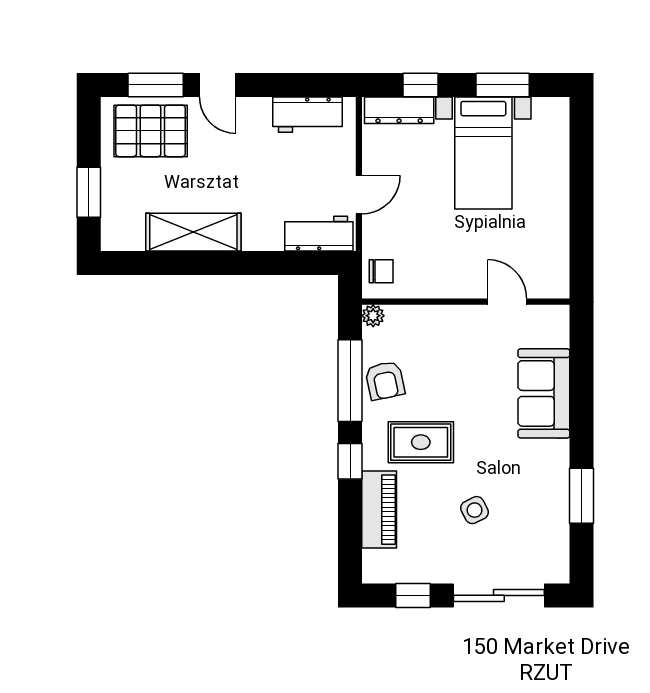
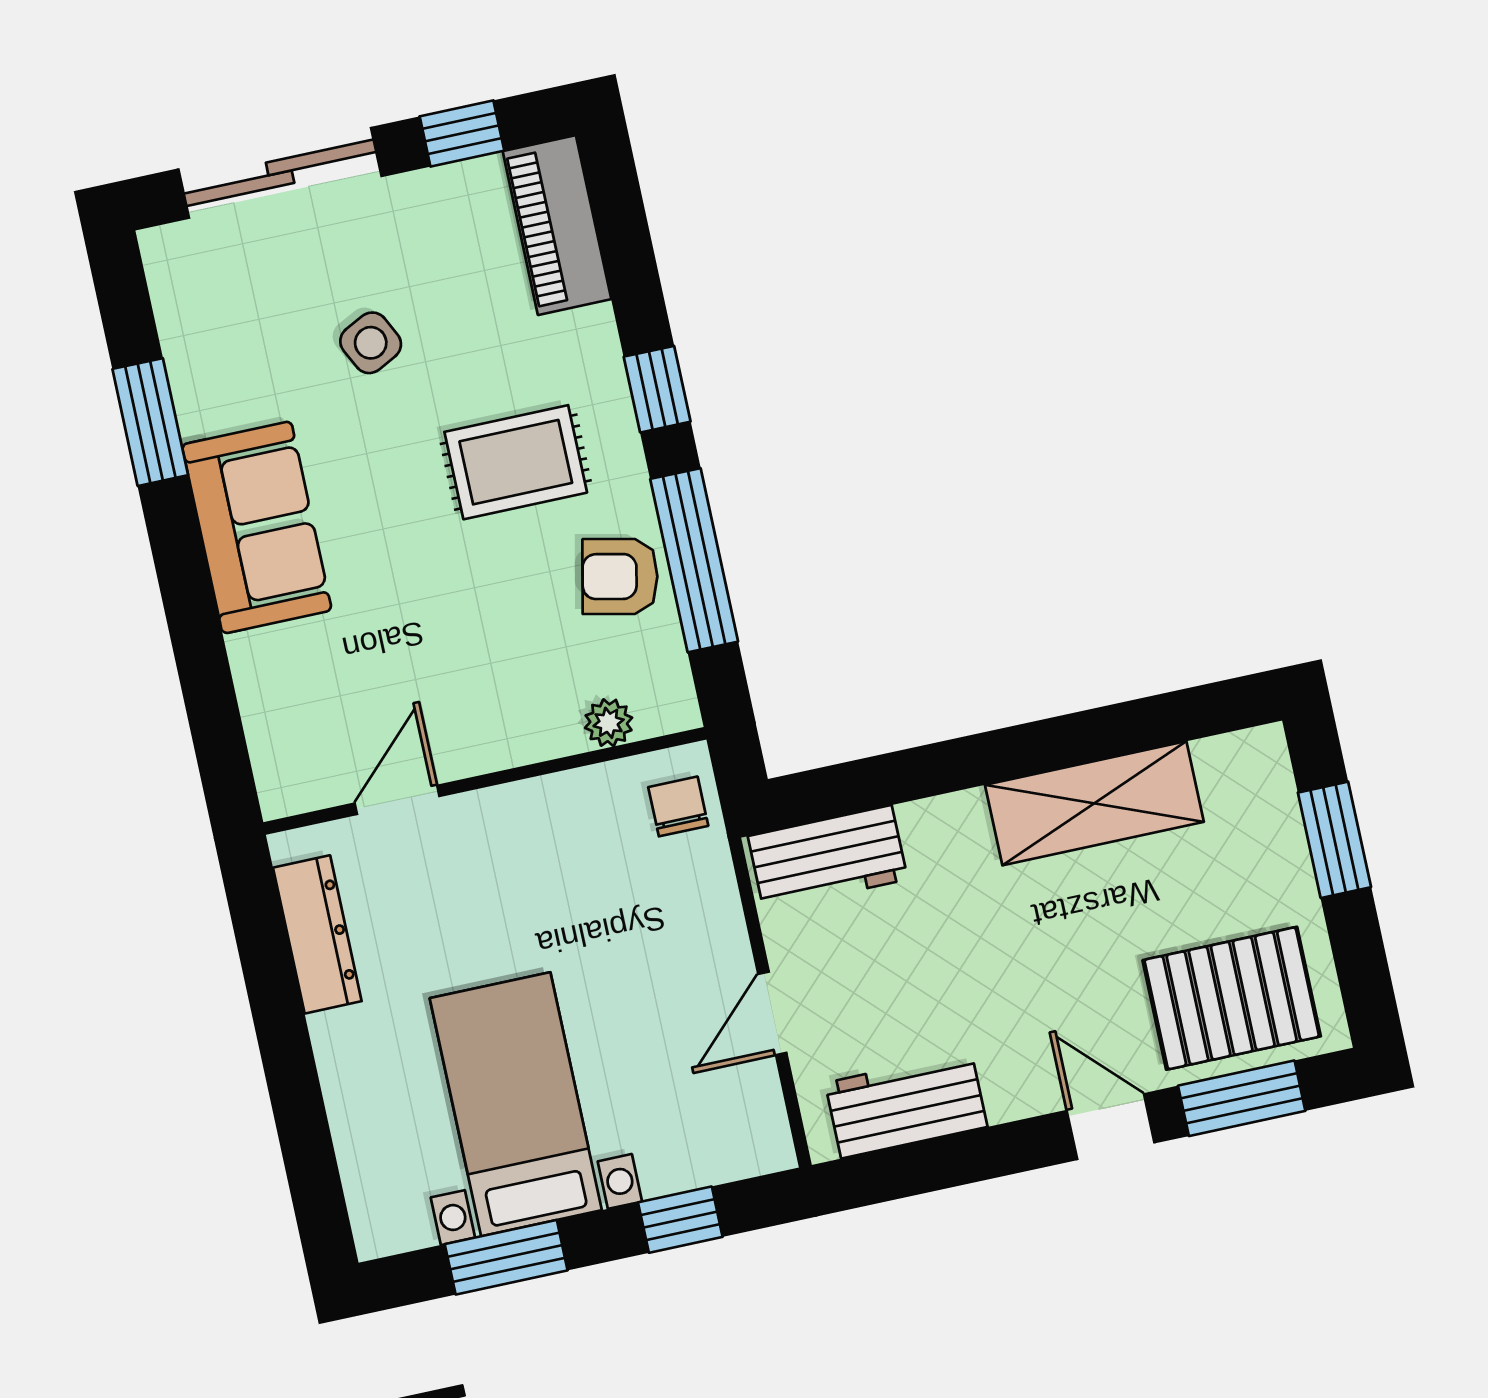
dresser: (399, 110) -> (317, 934), moved, turned 90
door: (359, 195) -> (772, 1013), moved
chair: (381, 271) -> (678, 806), turned 90
door: (507, 302) -> (397, 800), swing flipped
plant: (373, 316) -> (609, 723), moved
armchair: (385, 381) -> (620, 576), turned -66
sofa: (544, 393) -> (257, 527), moved
piano: (379, 510) -> (557, 225), moved

